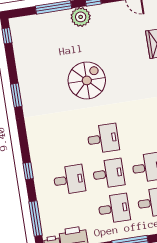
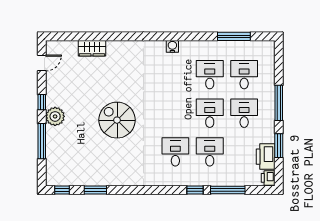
window: (16, 95) -> (95, 190), moved
desk: (103, 139) -> (175, 152), moved
window: (36, 219) -> (228, 190), moved

